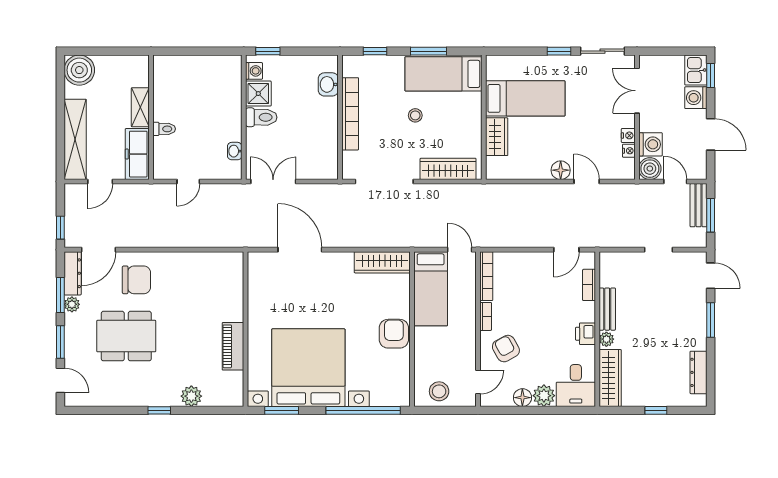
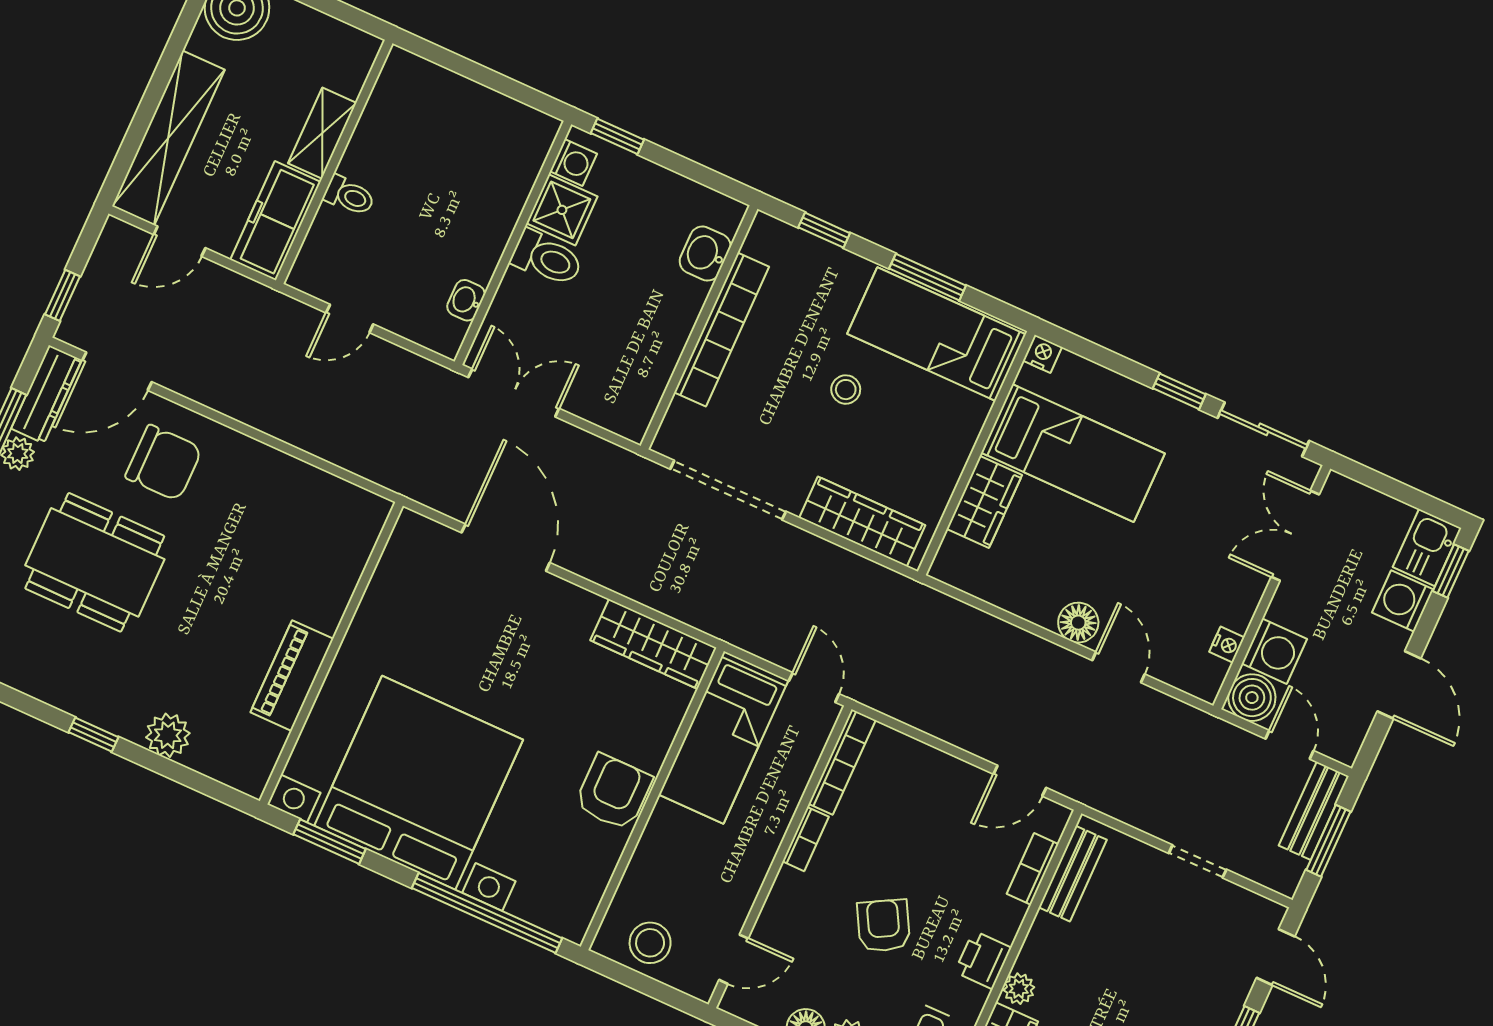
nightstand: (628, 135) -> (1042, 354), moved, turned -90
bench: (607, 309) -> (1073, 874), moved
armchair: (506, 349) -> (884, 926), moved

